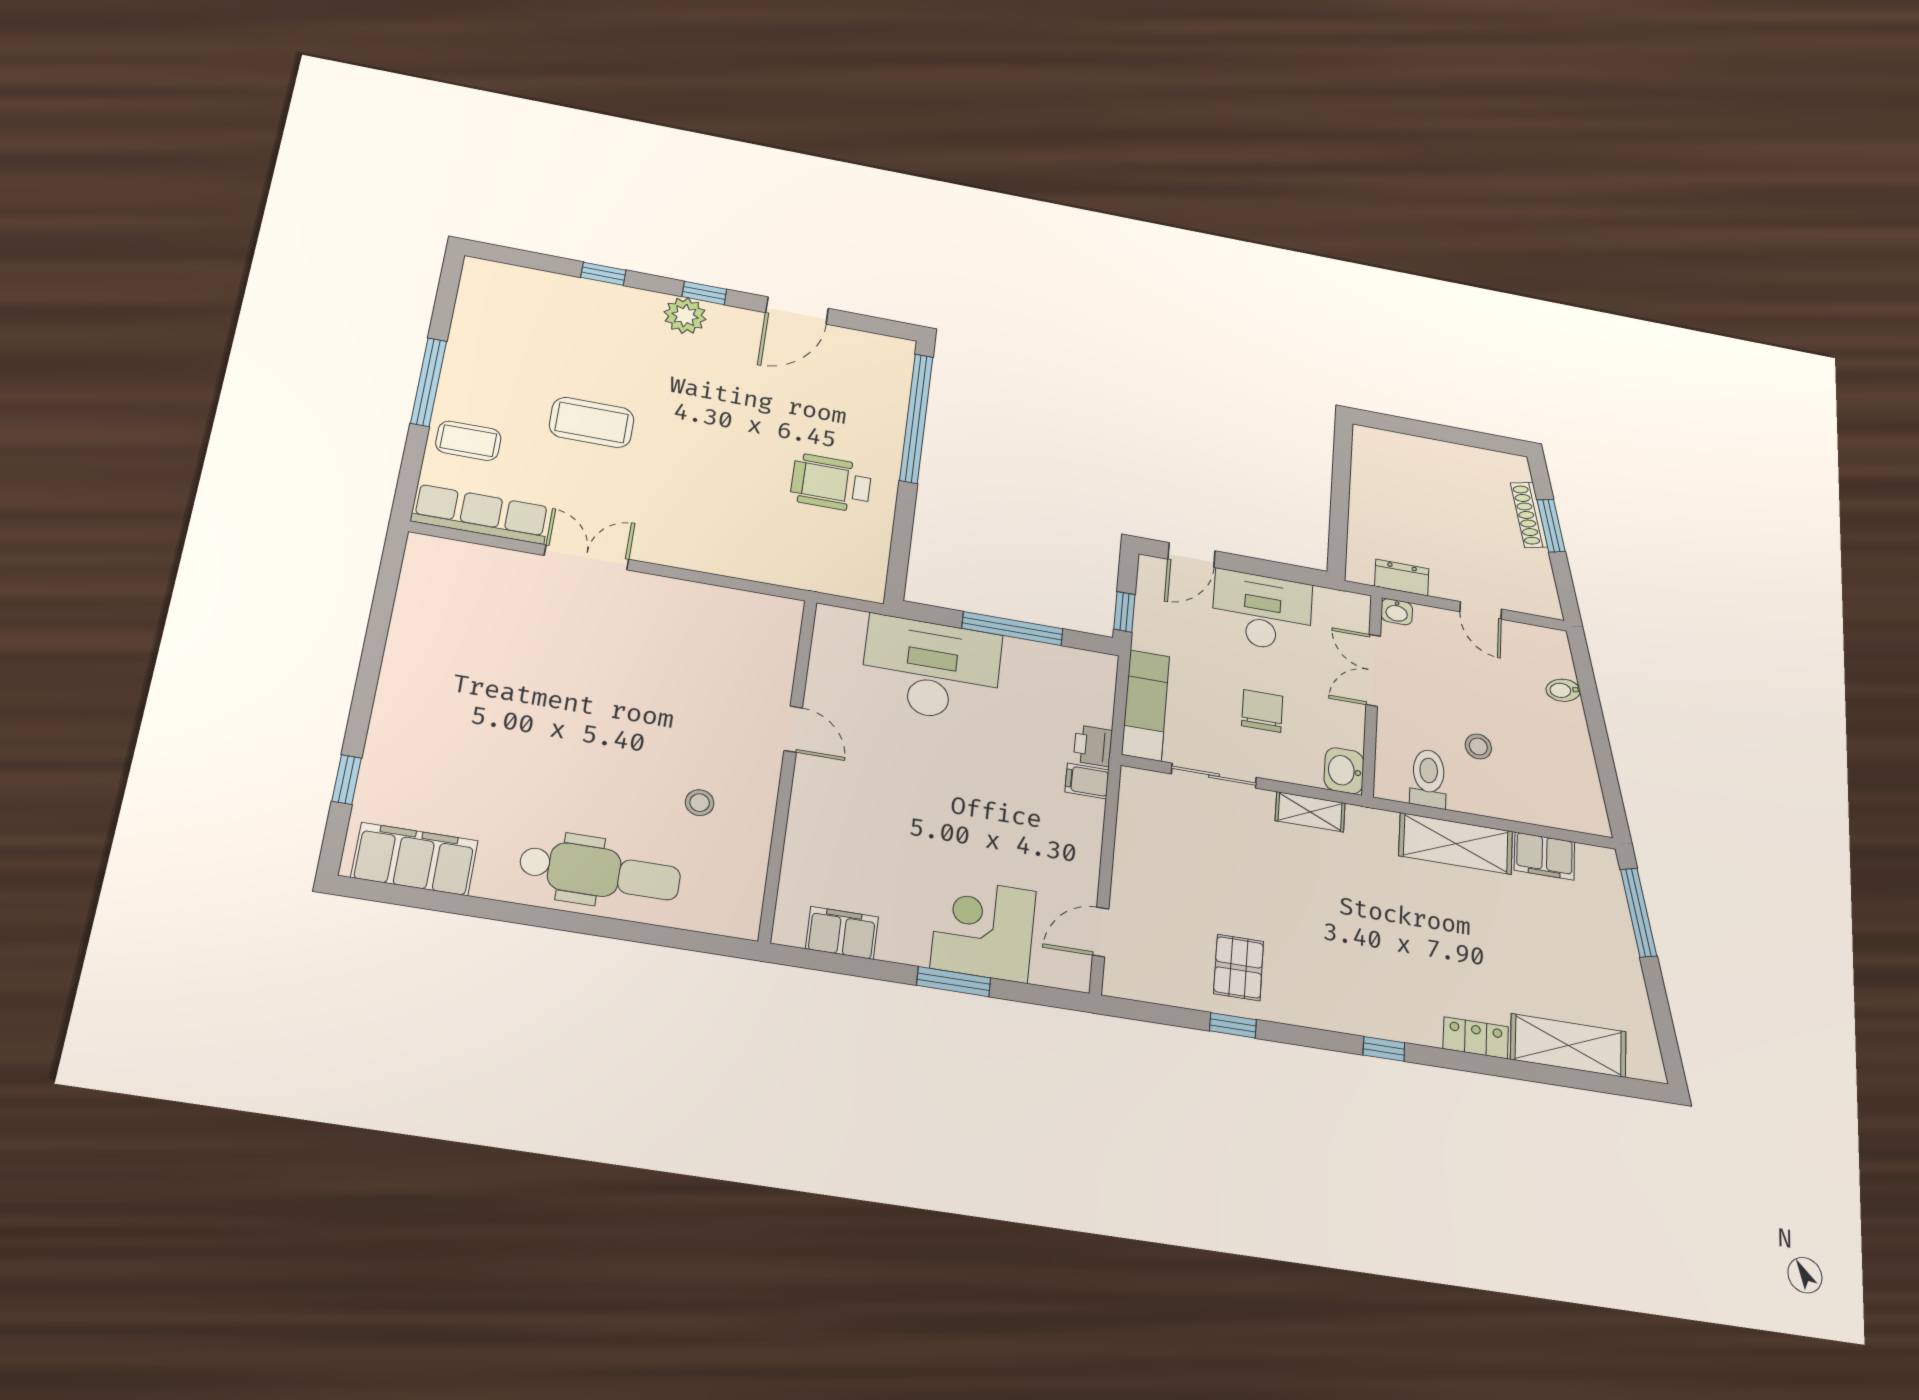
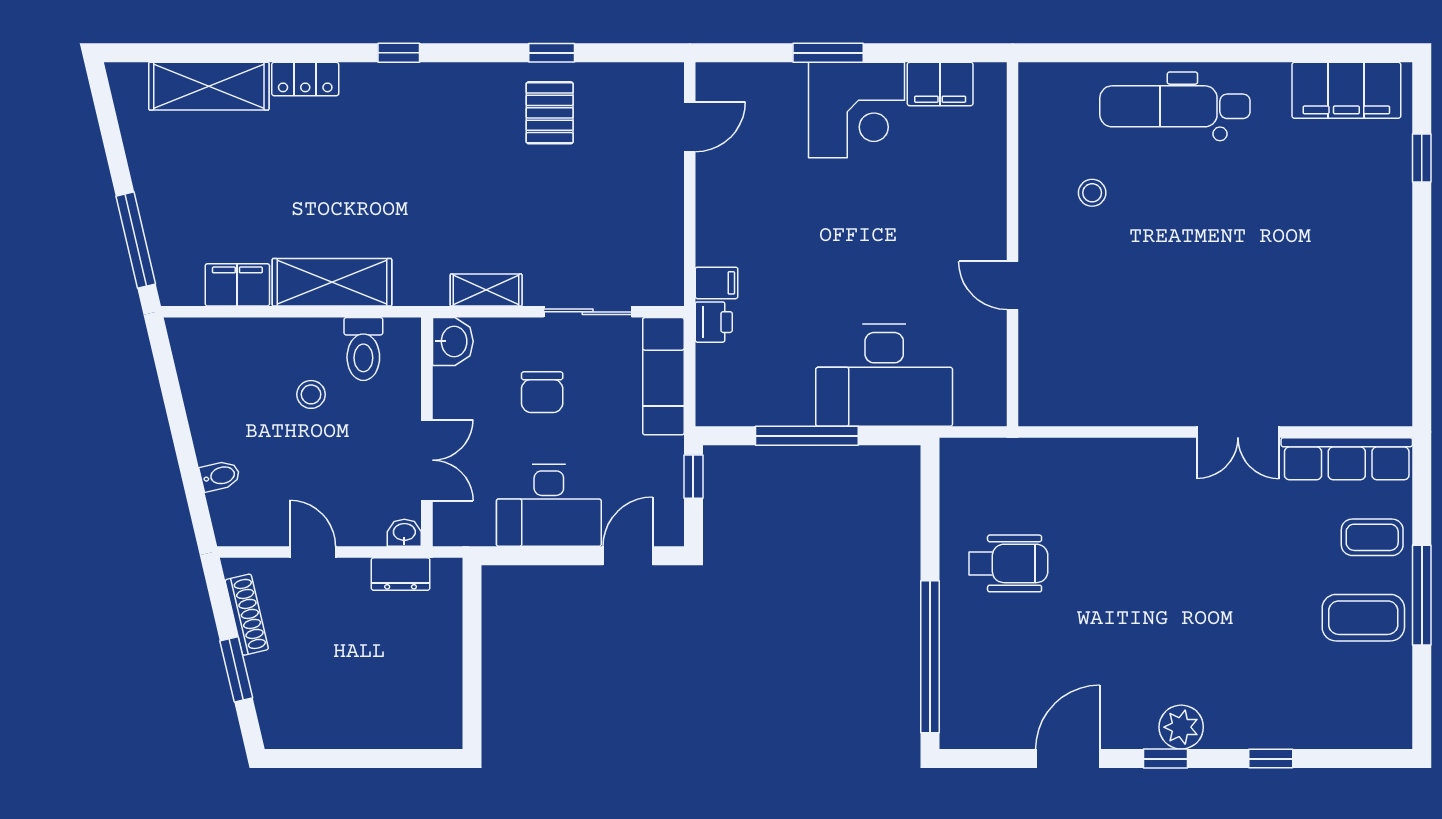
coffee table: (592, 422) -> (1363, 618), moved
shoe rack: (1529, 515) -> (247, 615), moved
corner desk: (983, 930) -> (857, 110), moved

